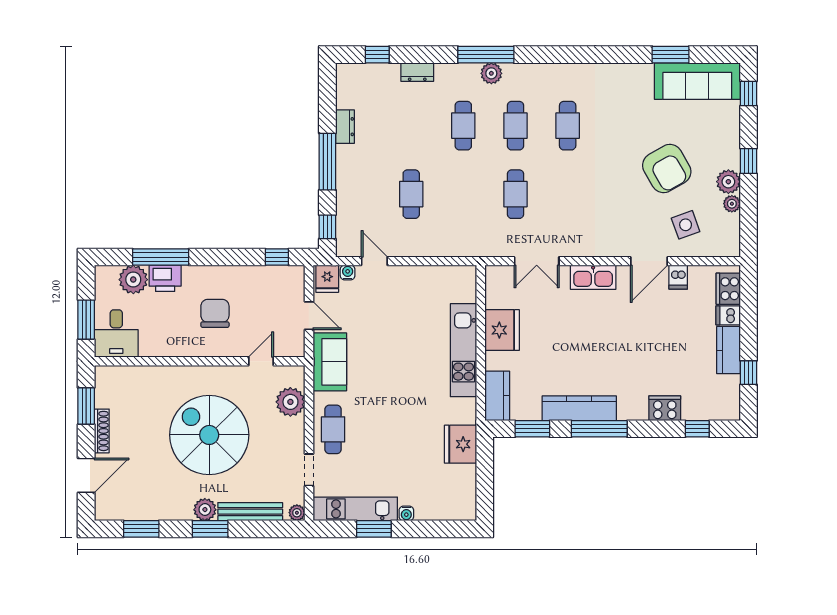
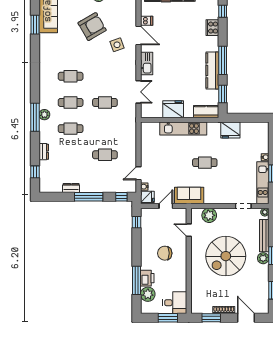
side table: (686, 225) -> (117, 45), moved
cafe table: (333, 429) -> (205, 163), moved

